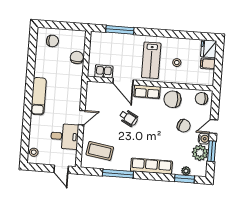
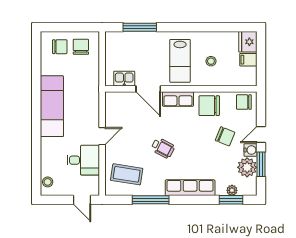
chair: (77, 57) -> (81, 47), moved
exam couch: (39, 96) -> (52, 106), width x1.36, depth x1.45
wheelchair: (129, 118) -> (163, 148), moved

